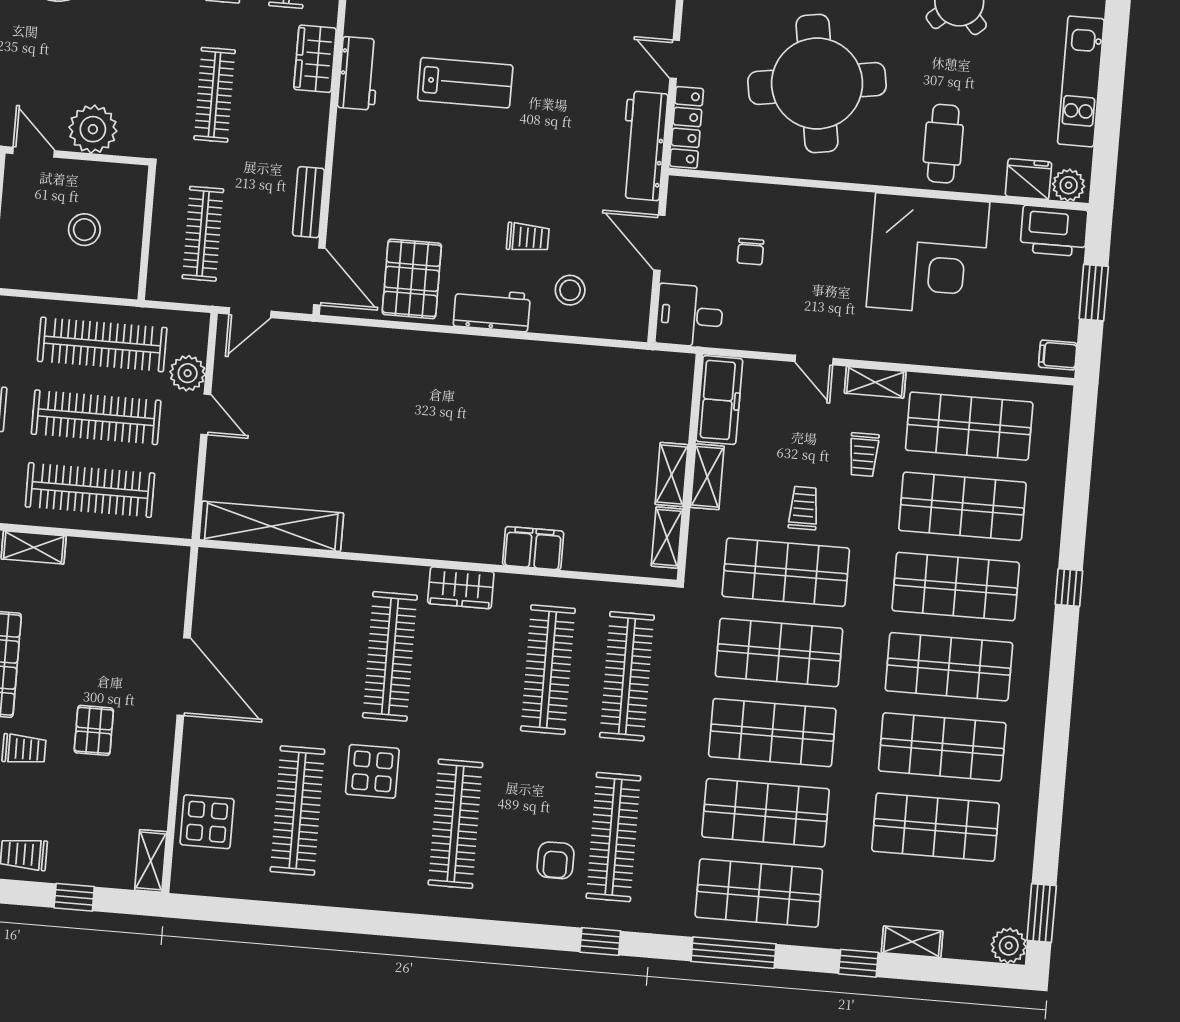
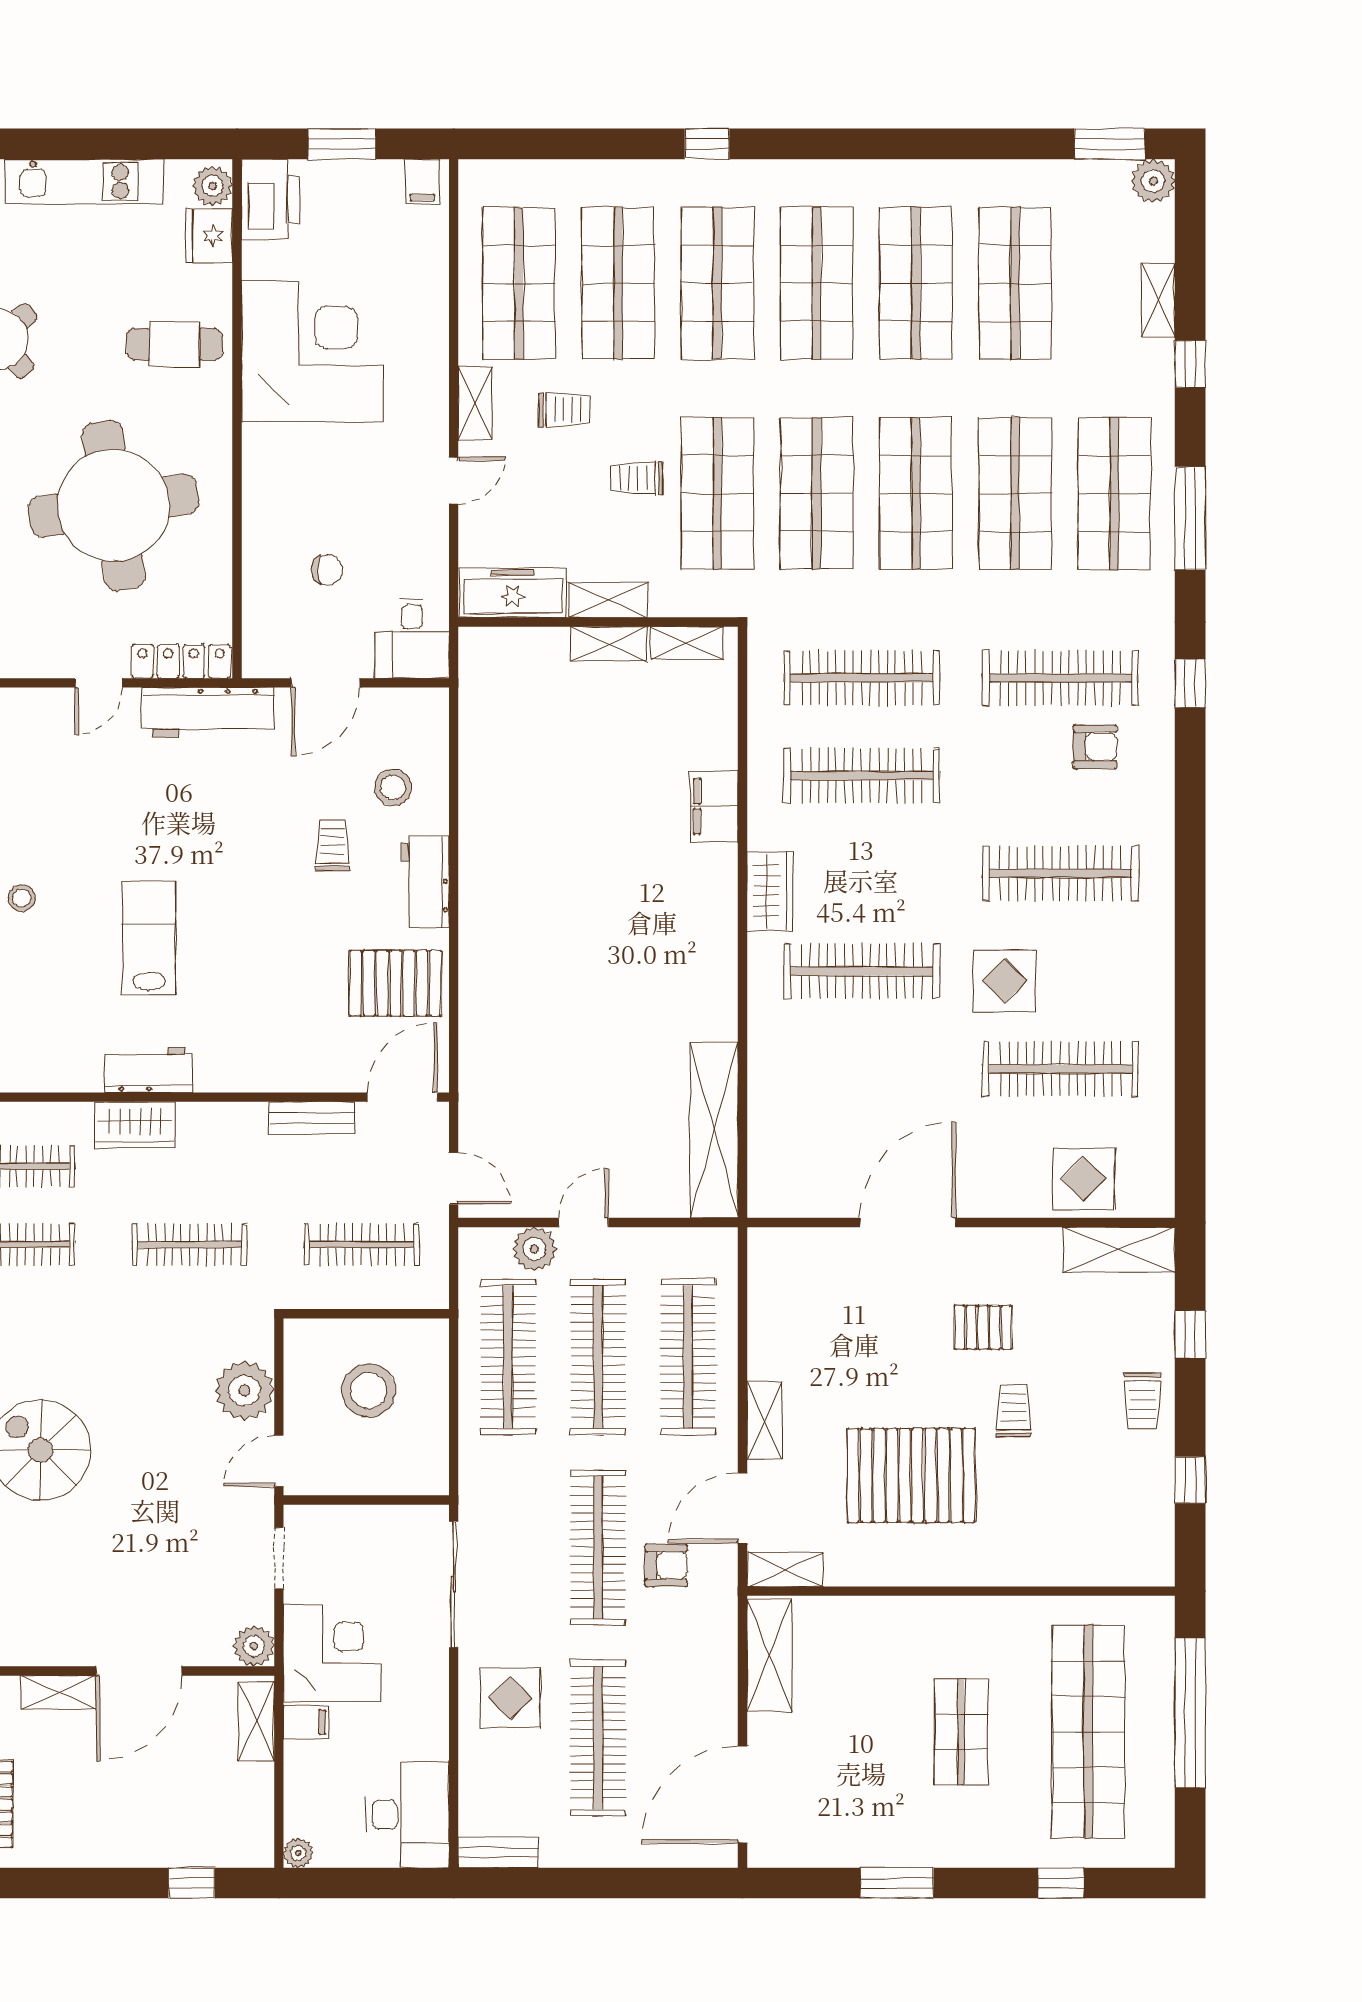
stool: (84, 230) -> (369, 1391), width x1.38, depth x1.38
shelving: (151, 861) -> (1119, 1250), width x1.50, depth x1.33

